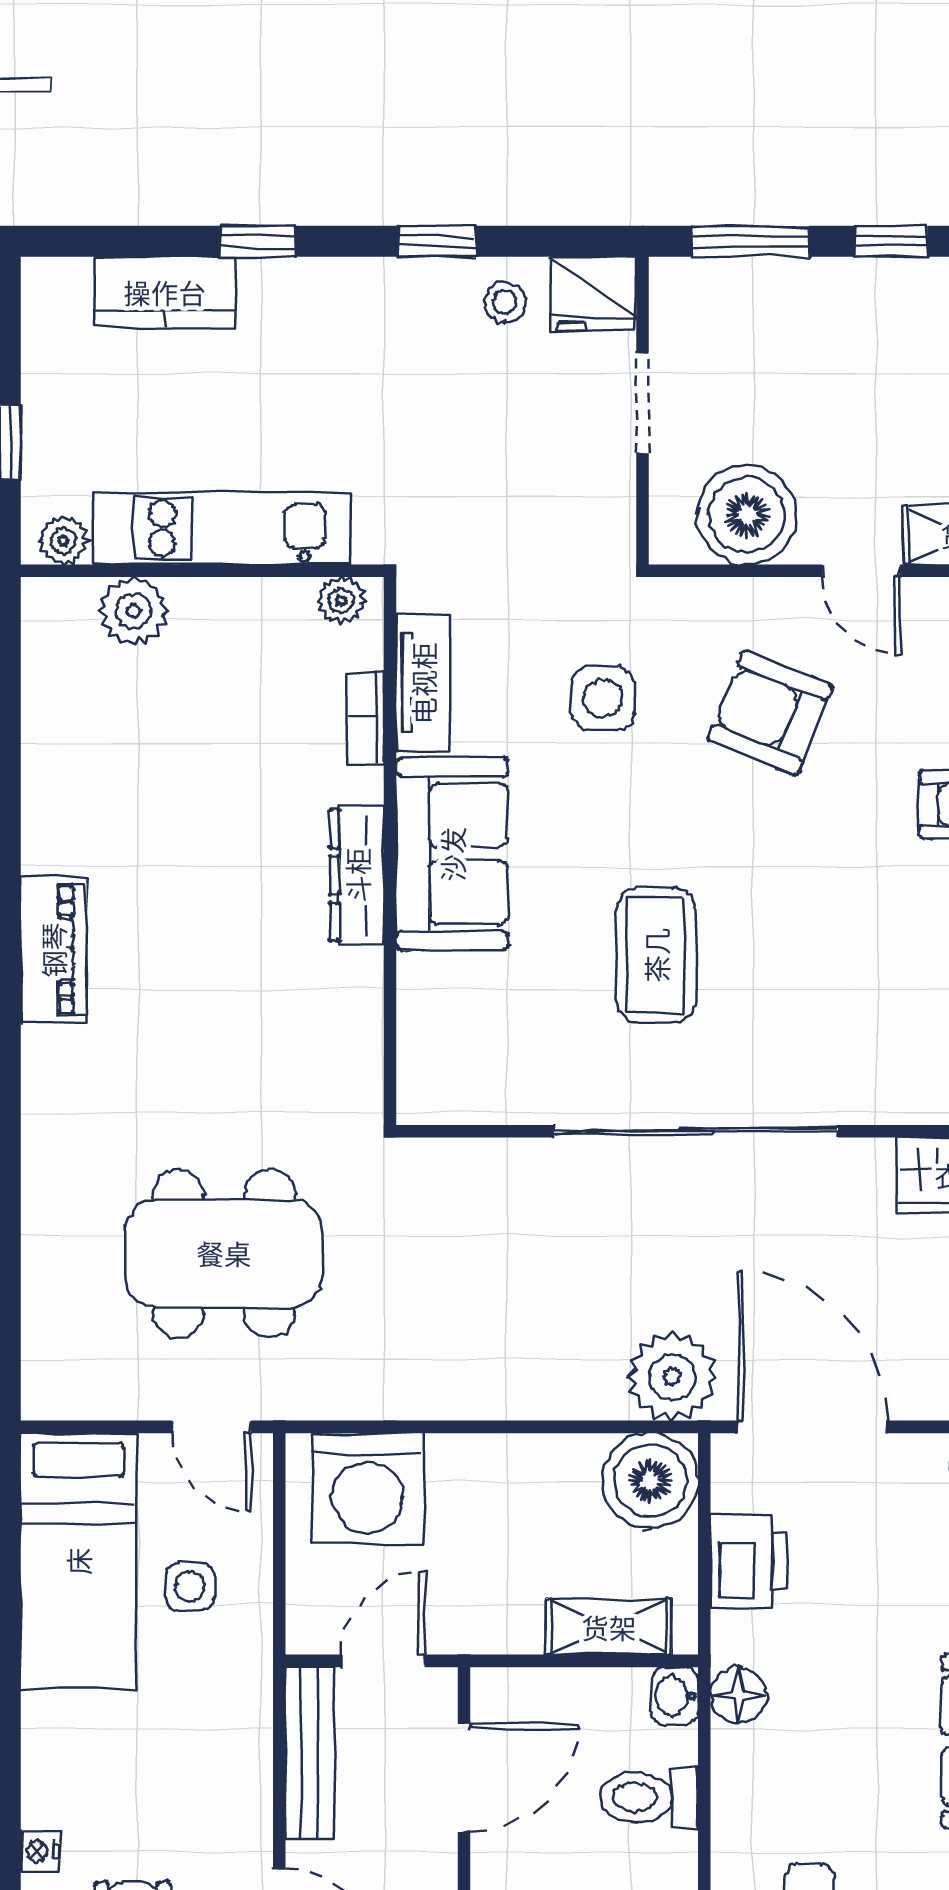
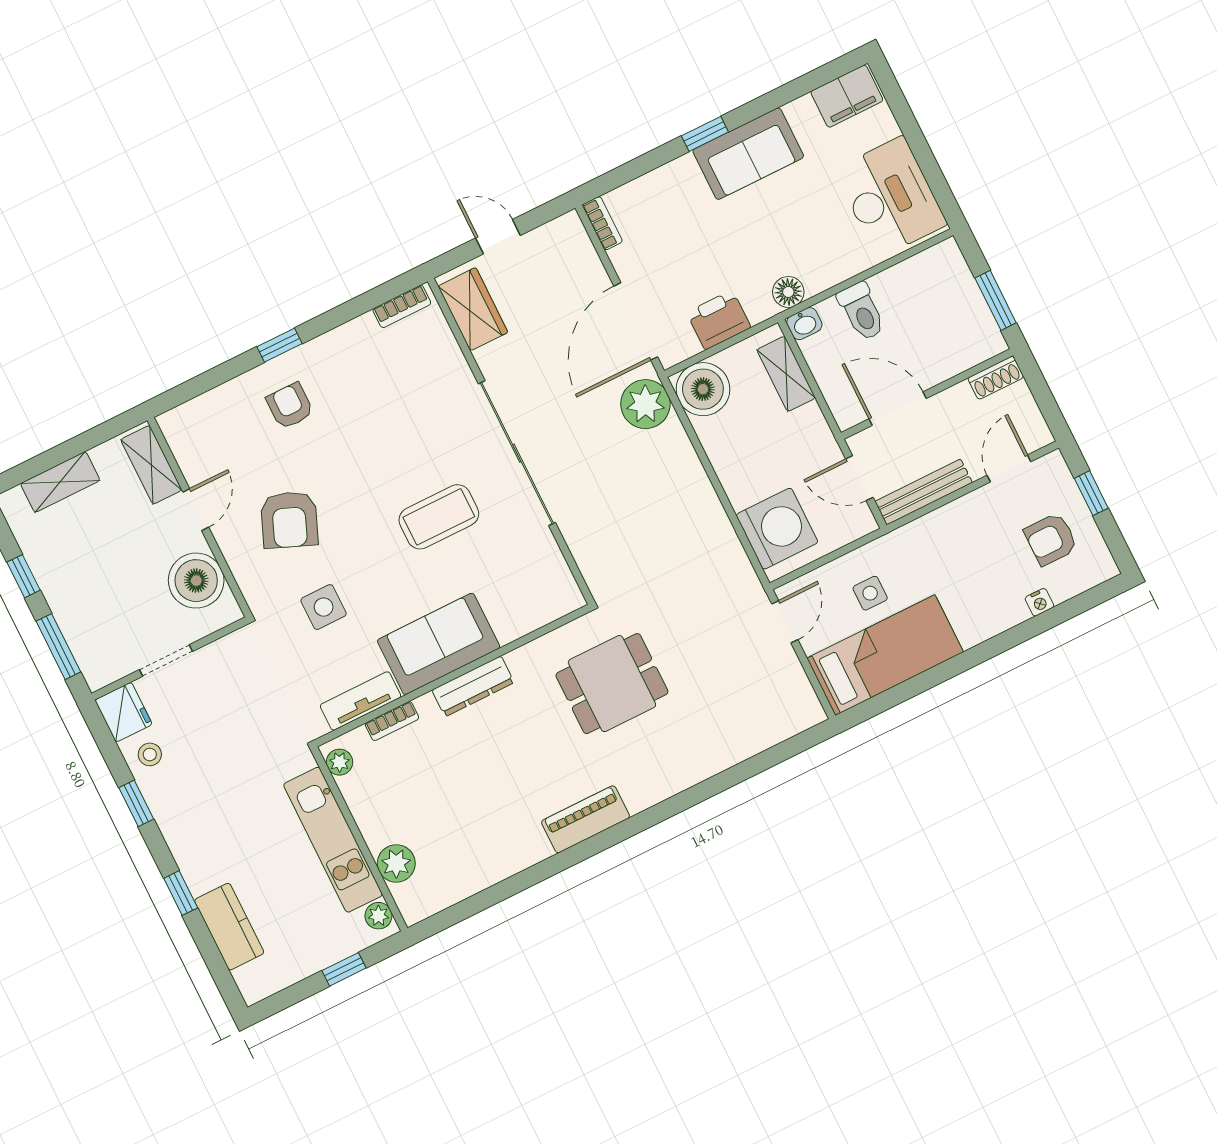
dining table: (224, 1253) -> (612, 684), moved, width x0.73

